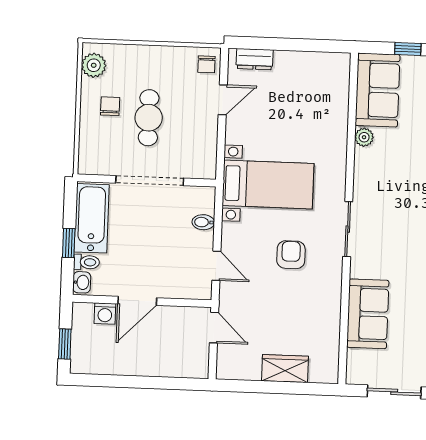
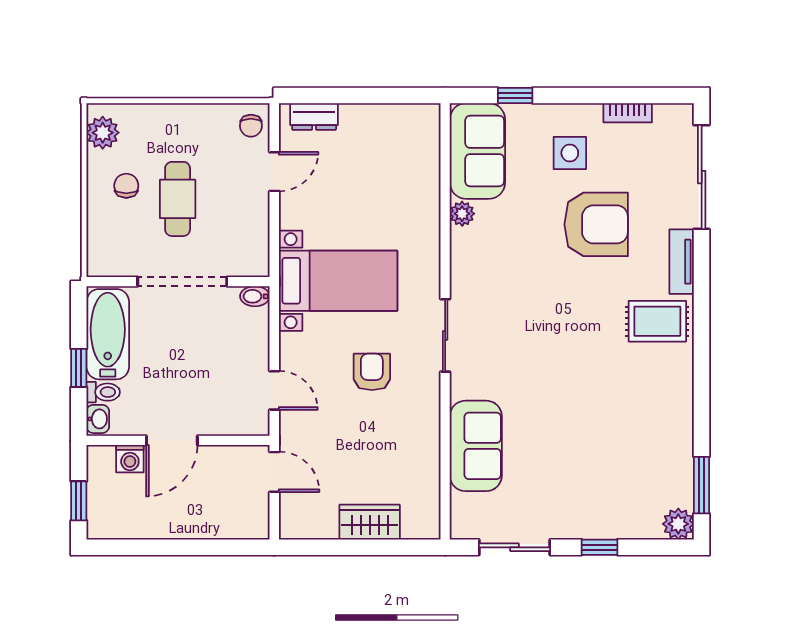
bidet: (203, 222) -> (255, 296), moved

